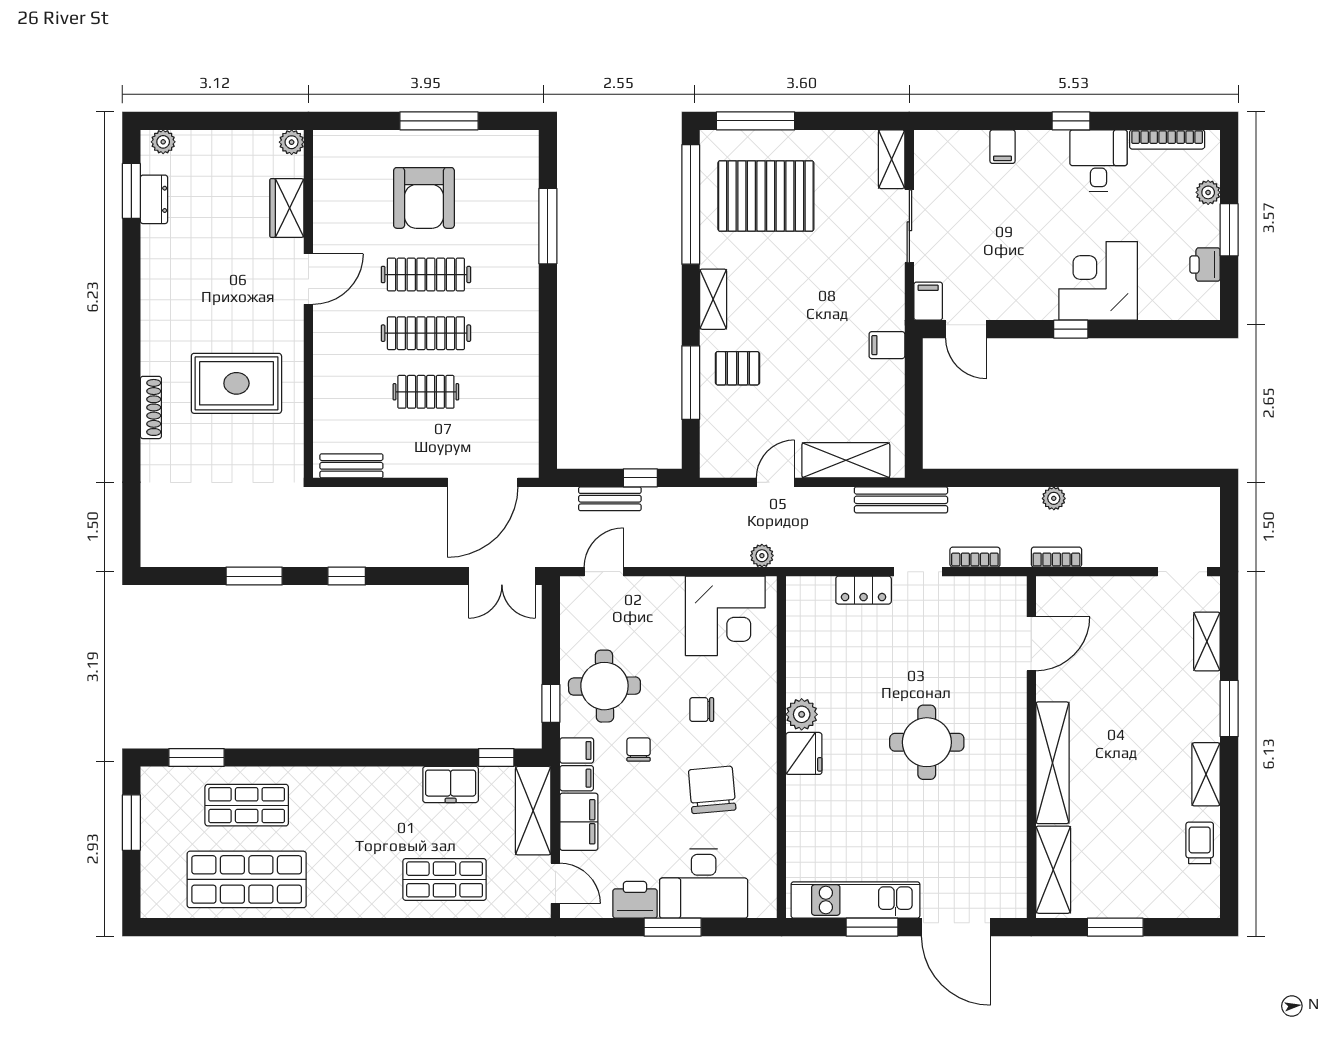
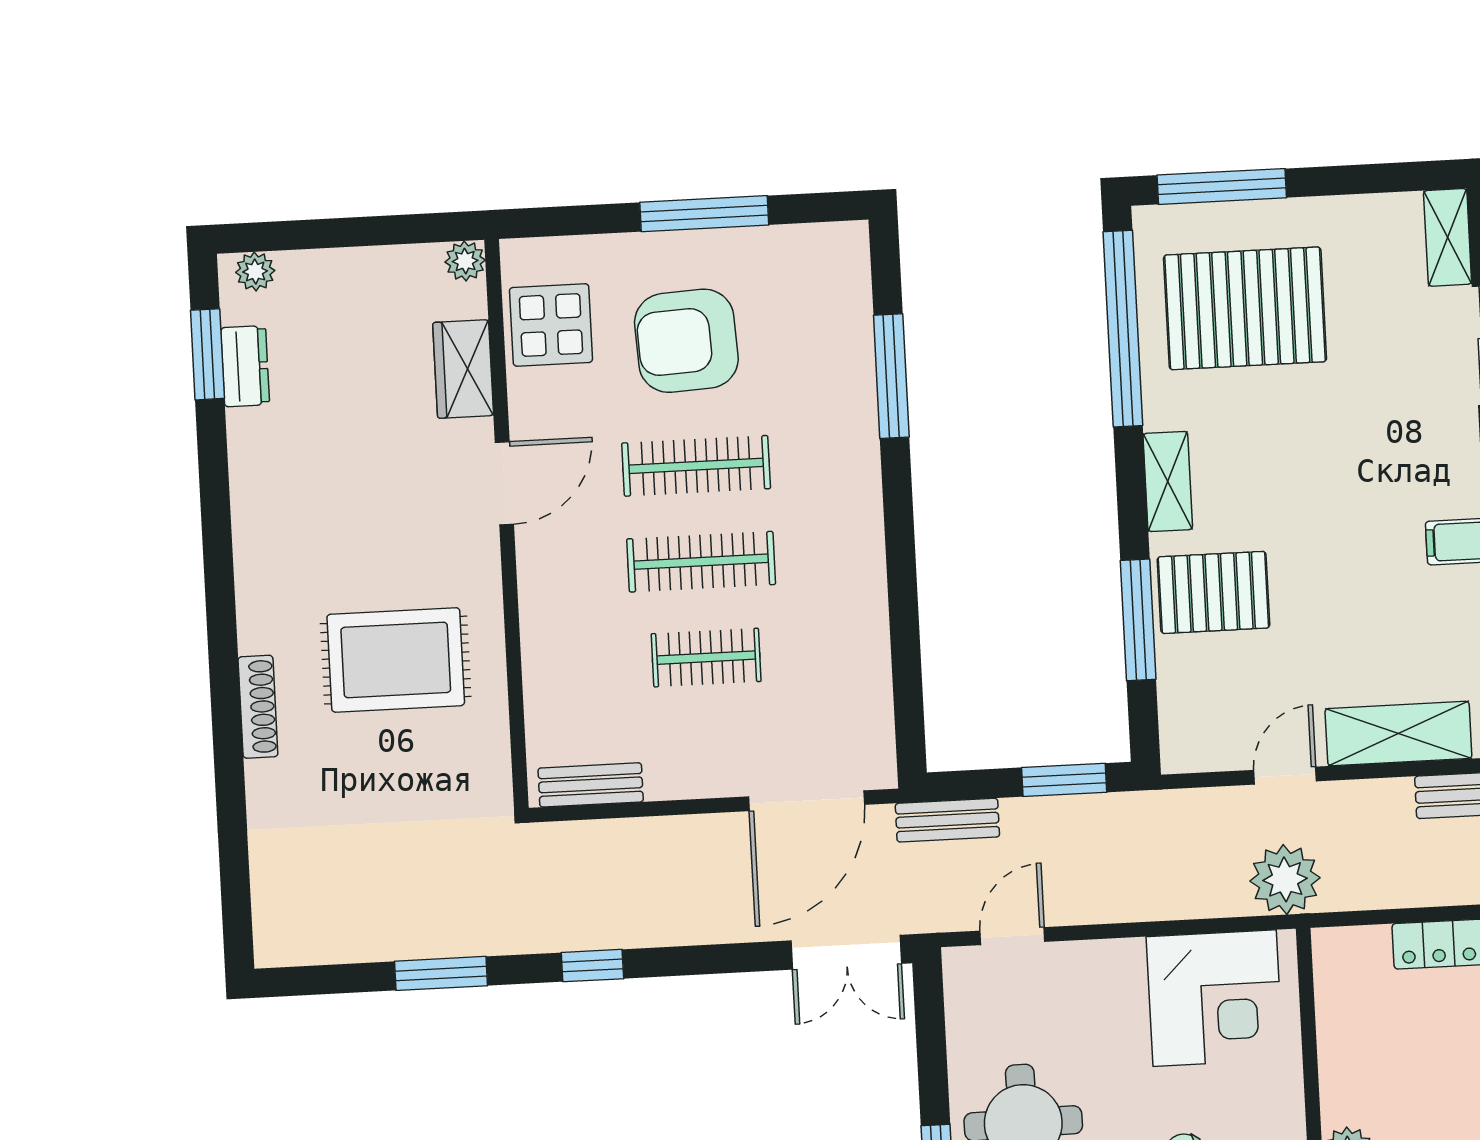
display table: (342, 184) -> (551, 325), added
armchair: (424, 198) -> (686, 341), turned 87
pallet: (737, 368) -> (1213, 592), width x1.50, depth x1.42
window: (640, 478) -> (1064, 780), width x1.50
bench: (610, 499) -> (947, 820), moved
plant: (762, 556) -> (1285, 879), width x1.87, depth x1.87

